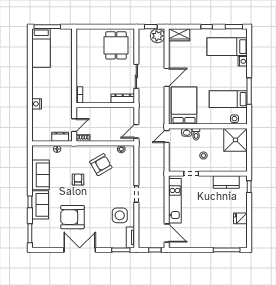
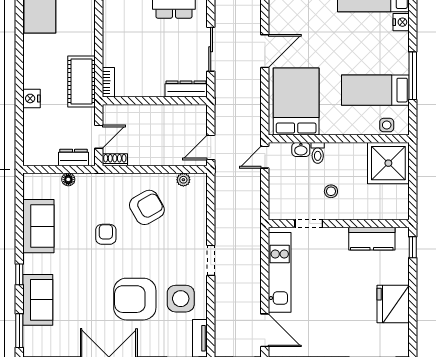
cot: (64, 94) -> (82, 81), added
sofa: (40, 205) -> (38, 300), moved
armchair: (72, 217) -> (135, 299), moved
fridge: (240, 218) -> (393, 304), width x1.88, depth x1.34

